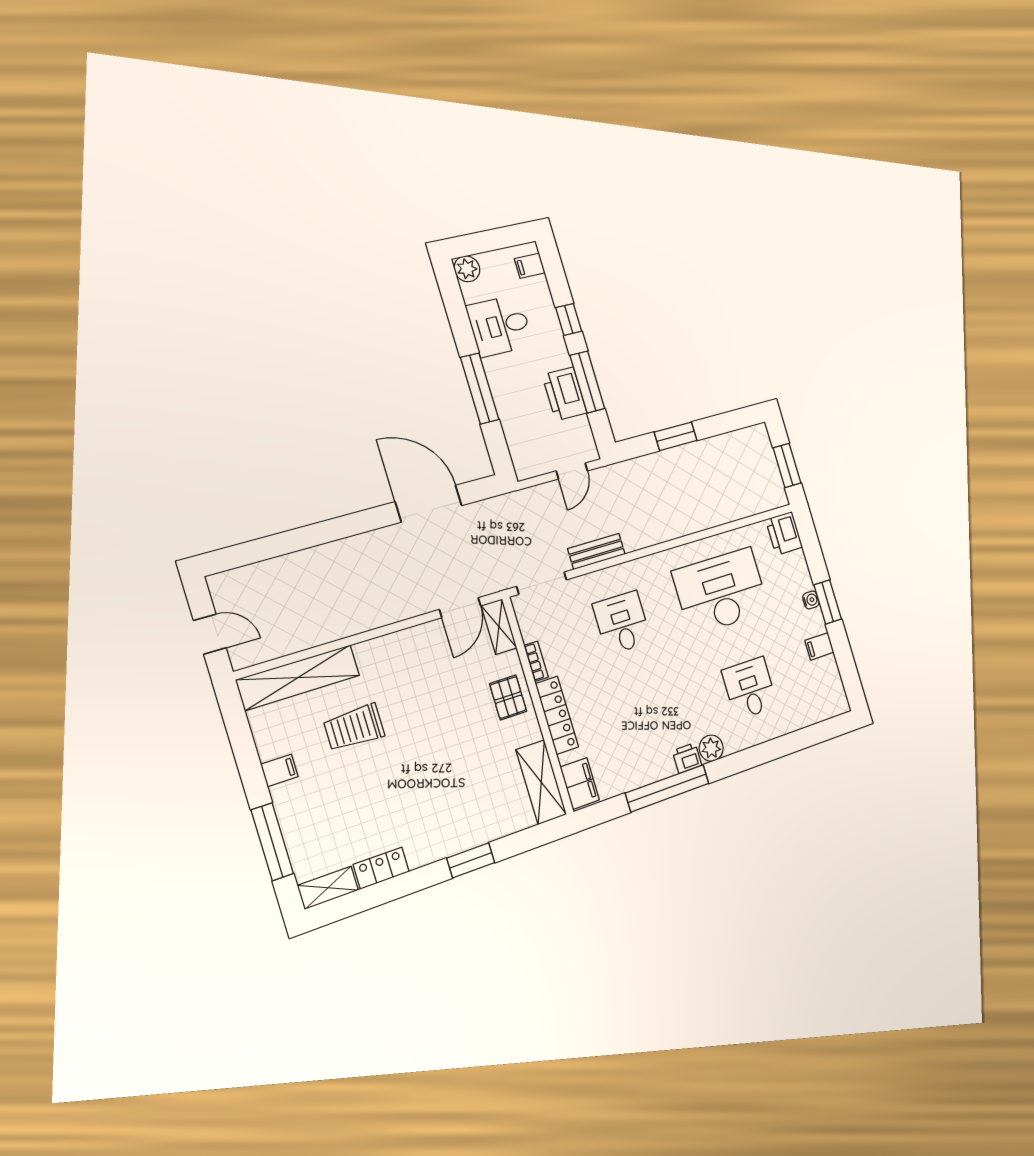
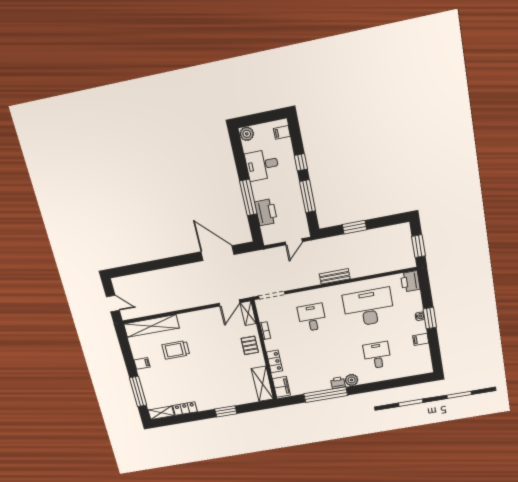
printer: (564, 394) -> (266, 212), moved, turned 180
bench: (596, 551) -> (335, 276), moved
locker: (557, 715) -> (274, 361), width x0.66

